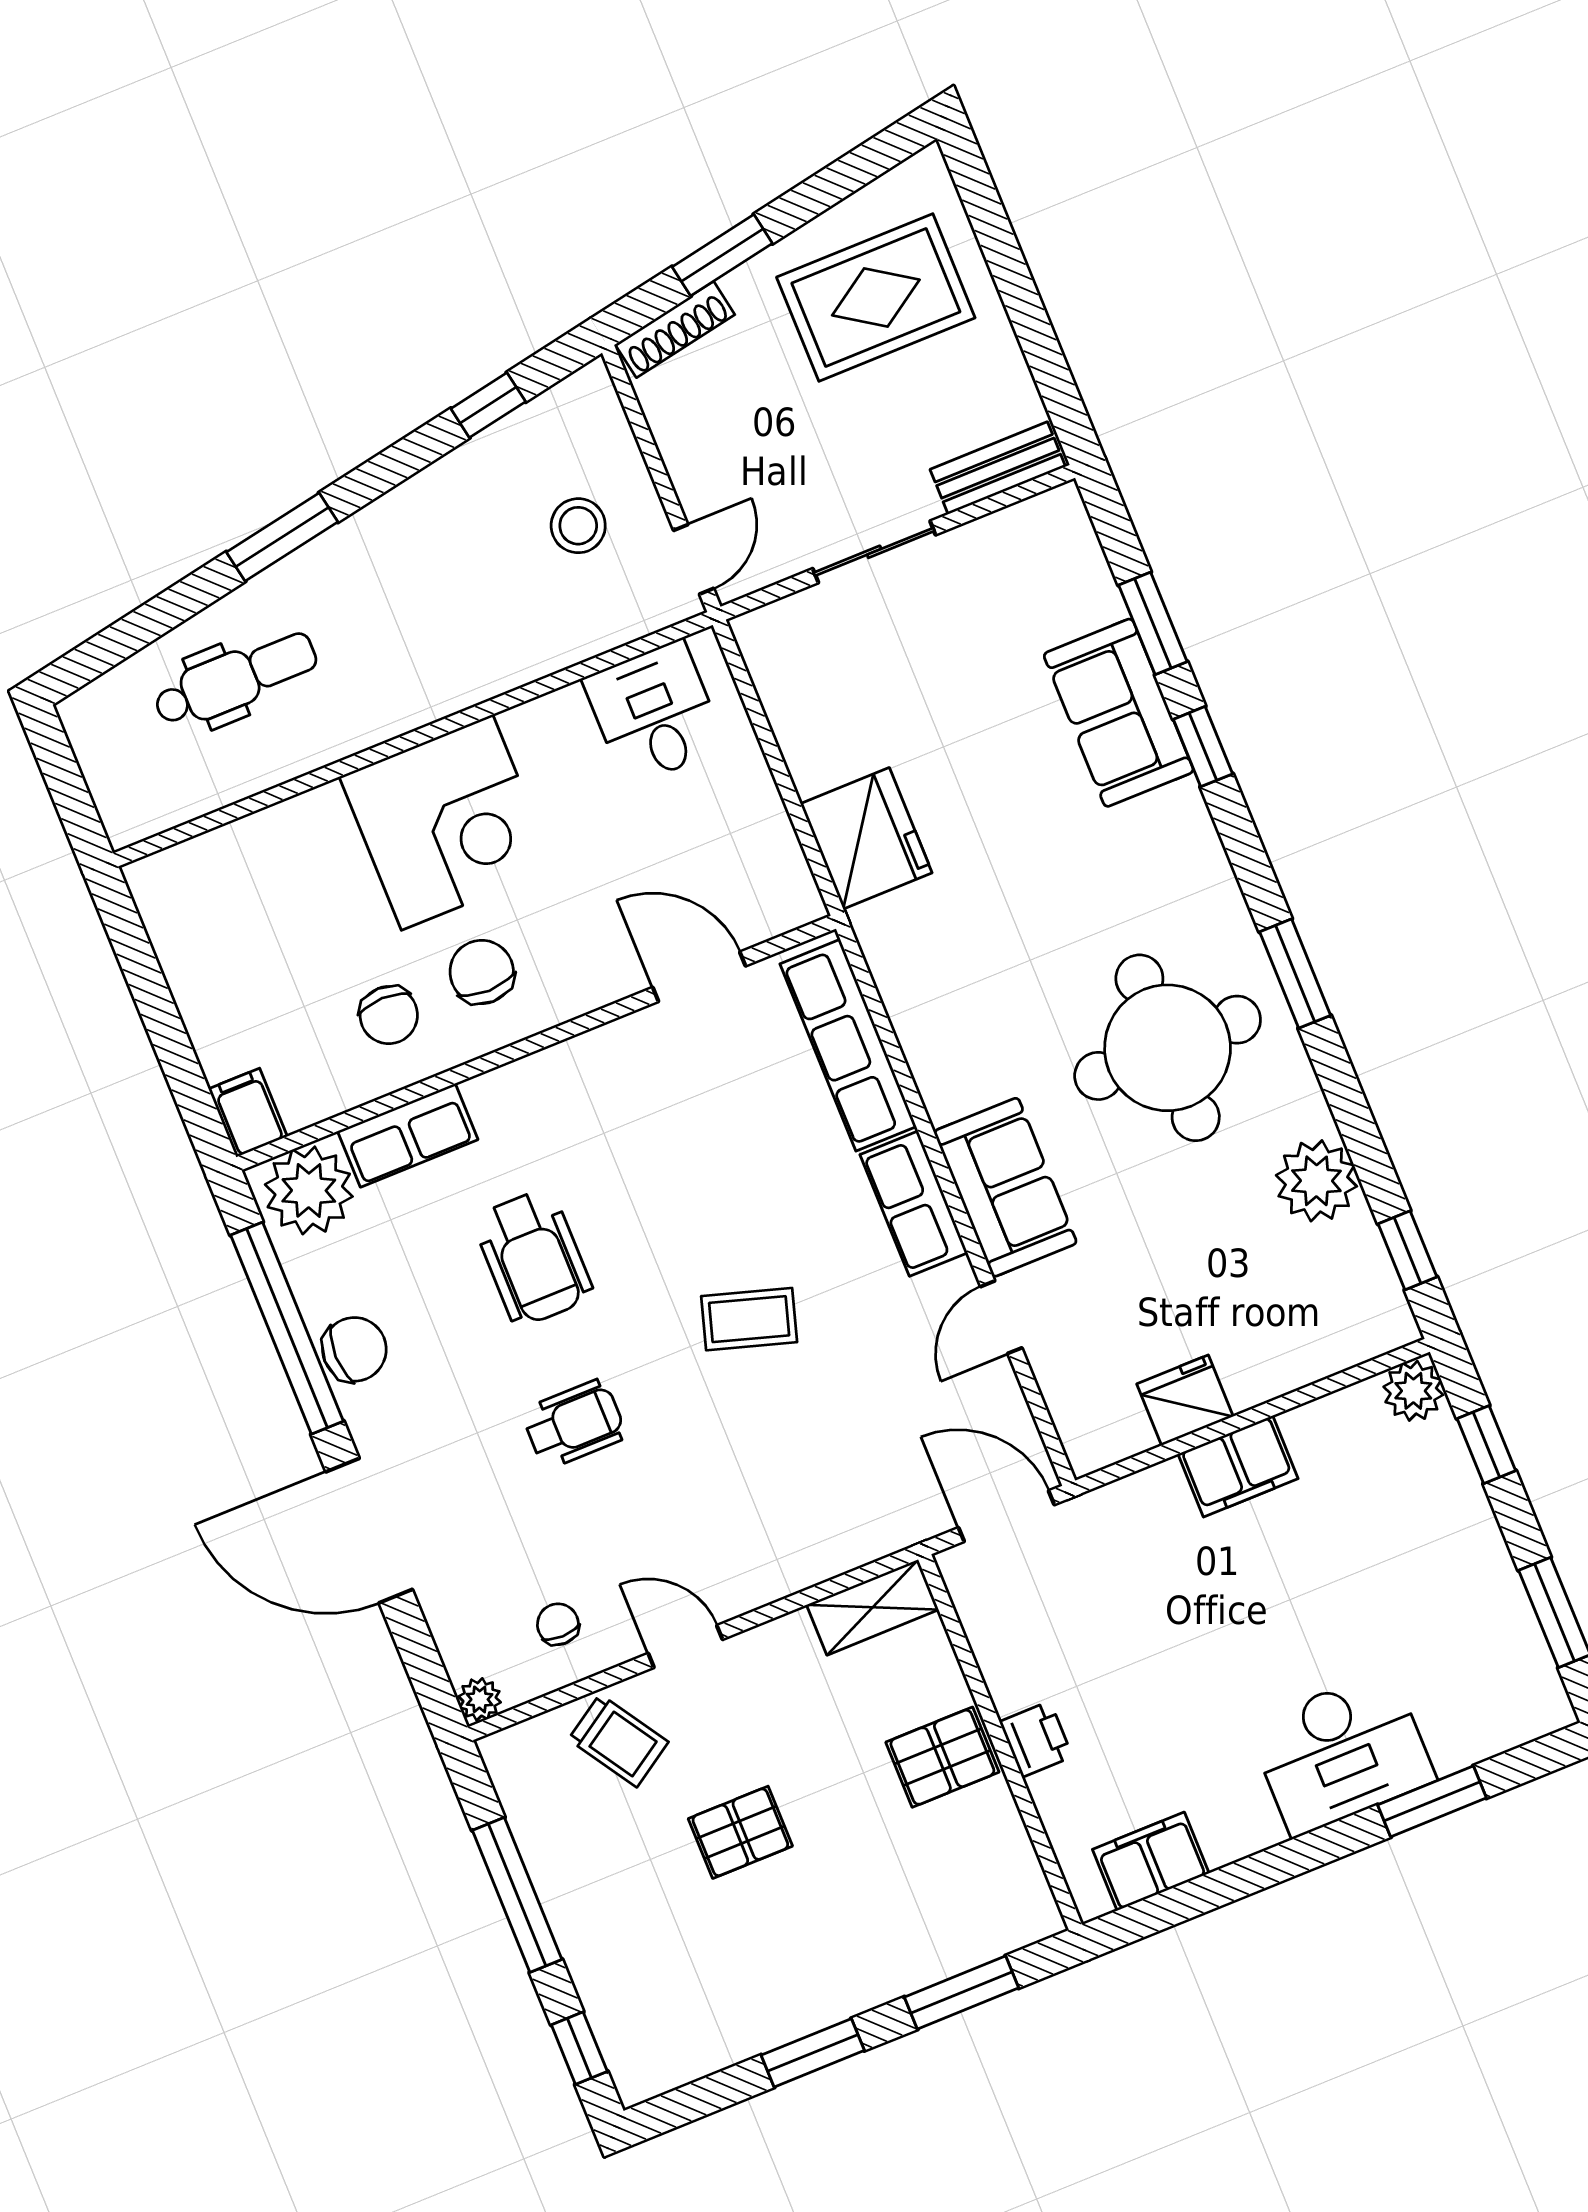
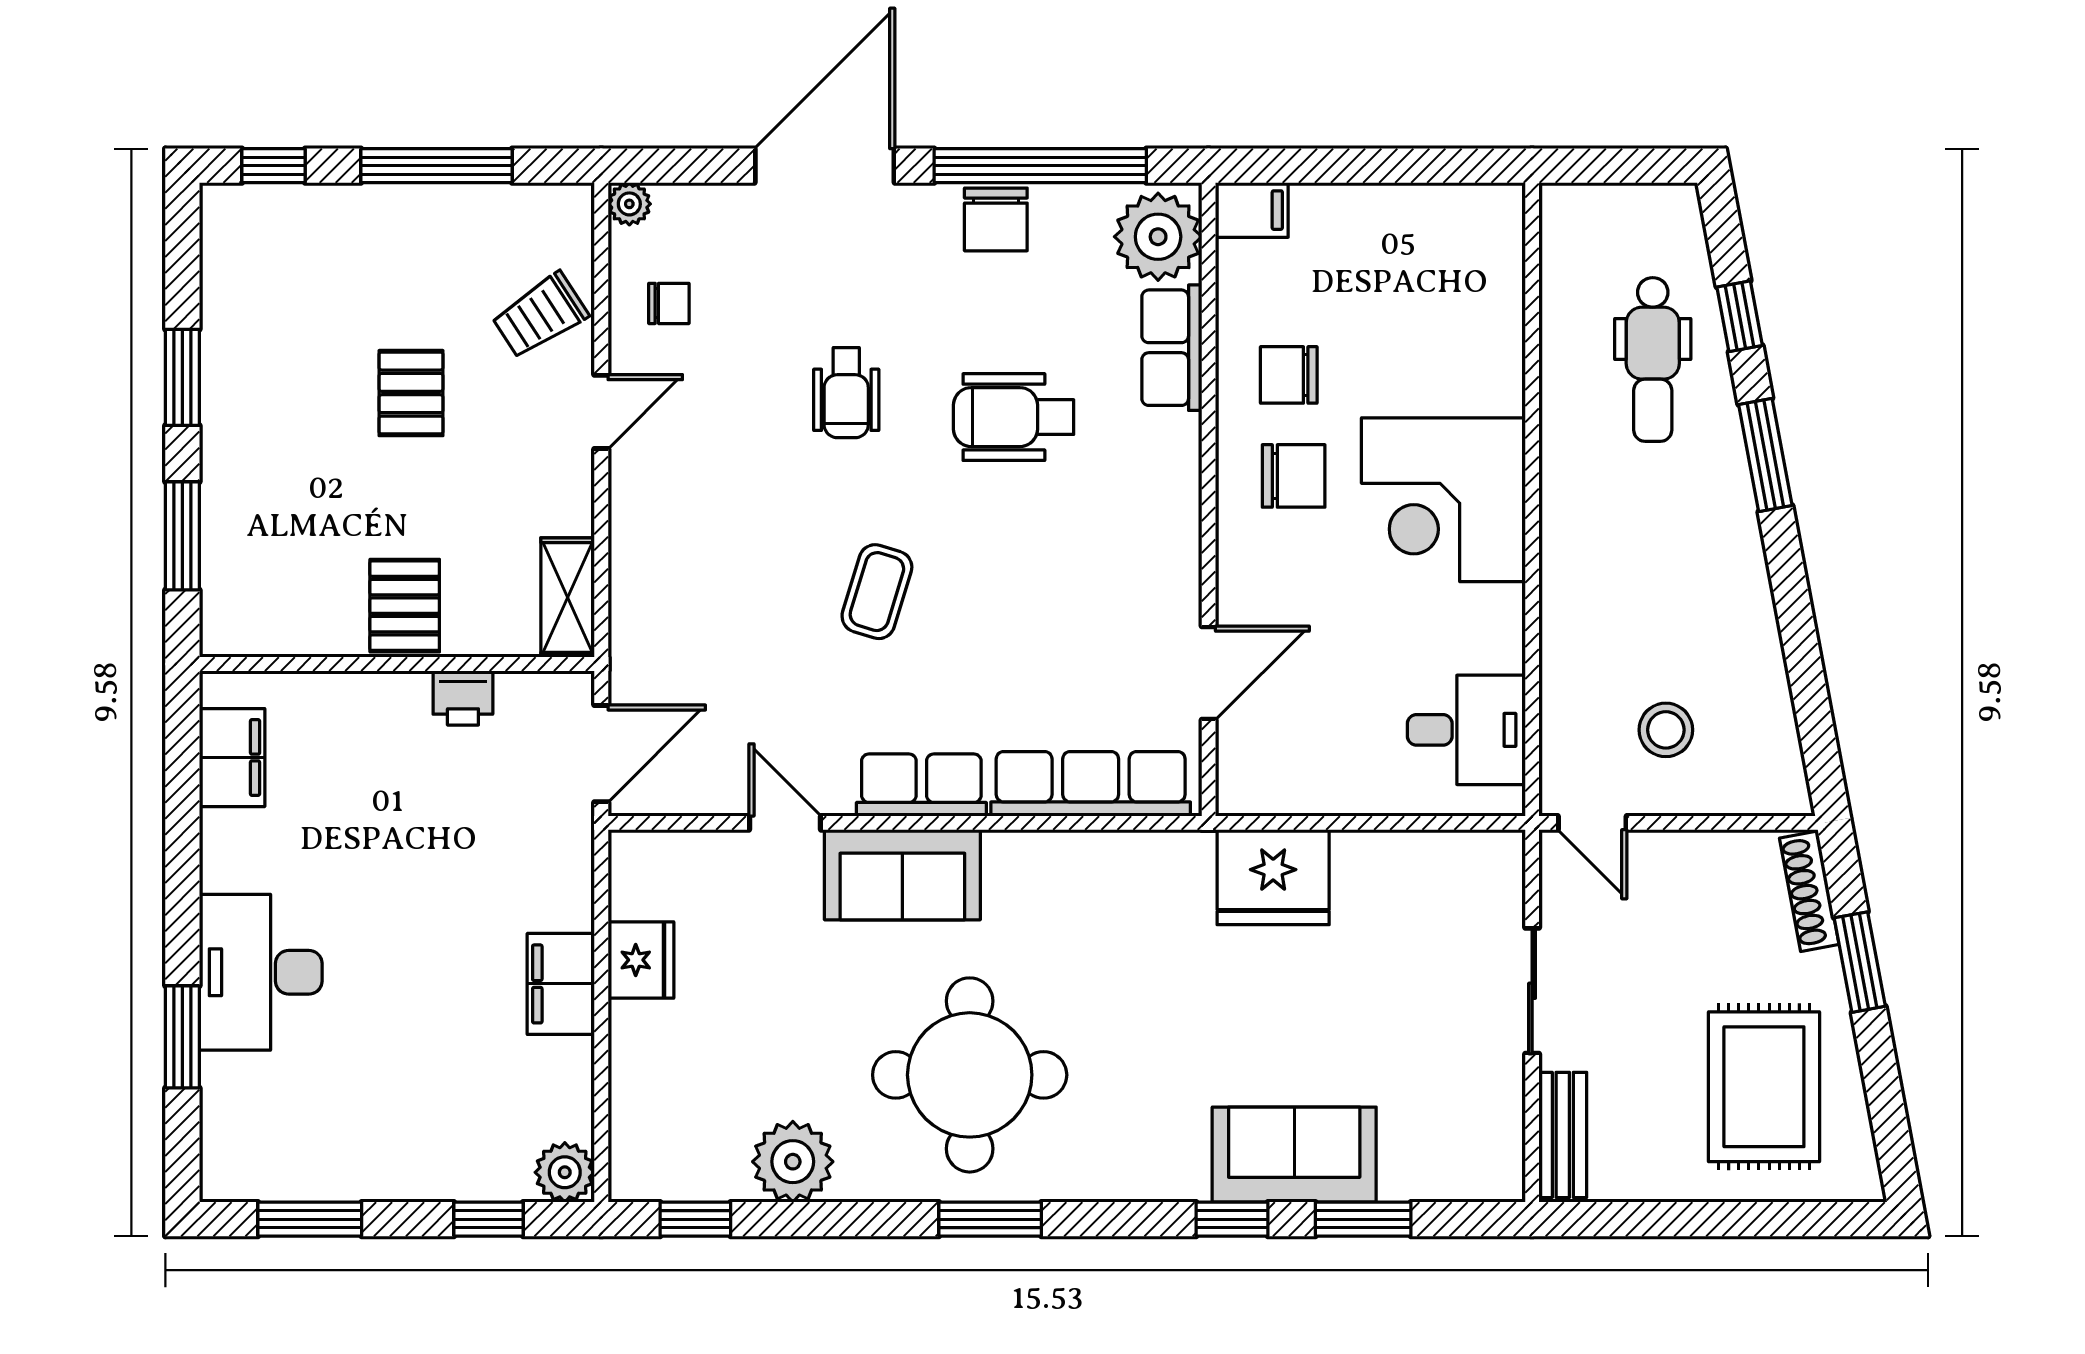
window: (488, 405) -> (1740, 316), moved
printer: (1036, 1739) -> (463, 698), moved

